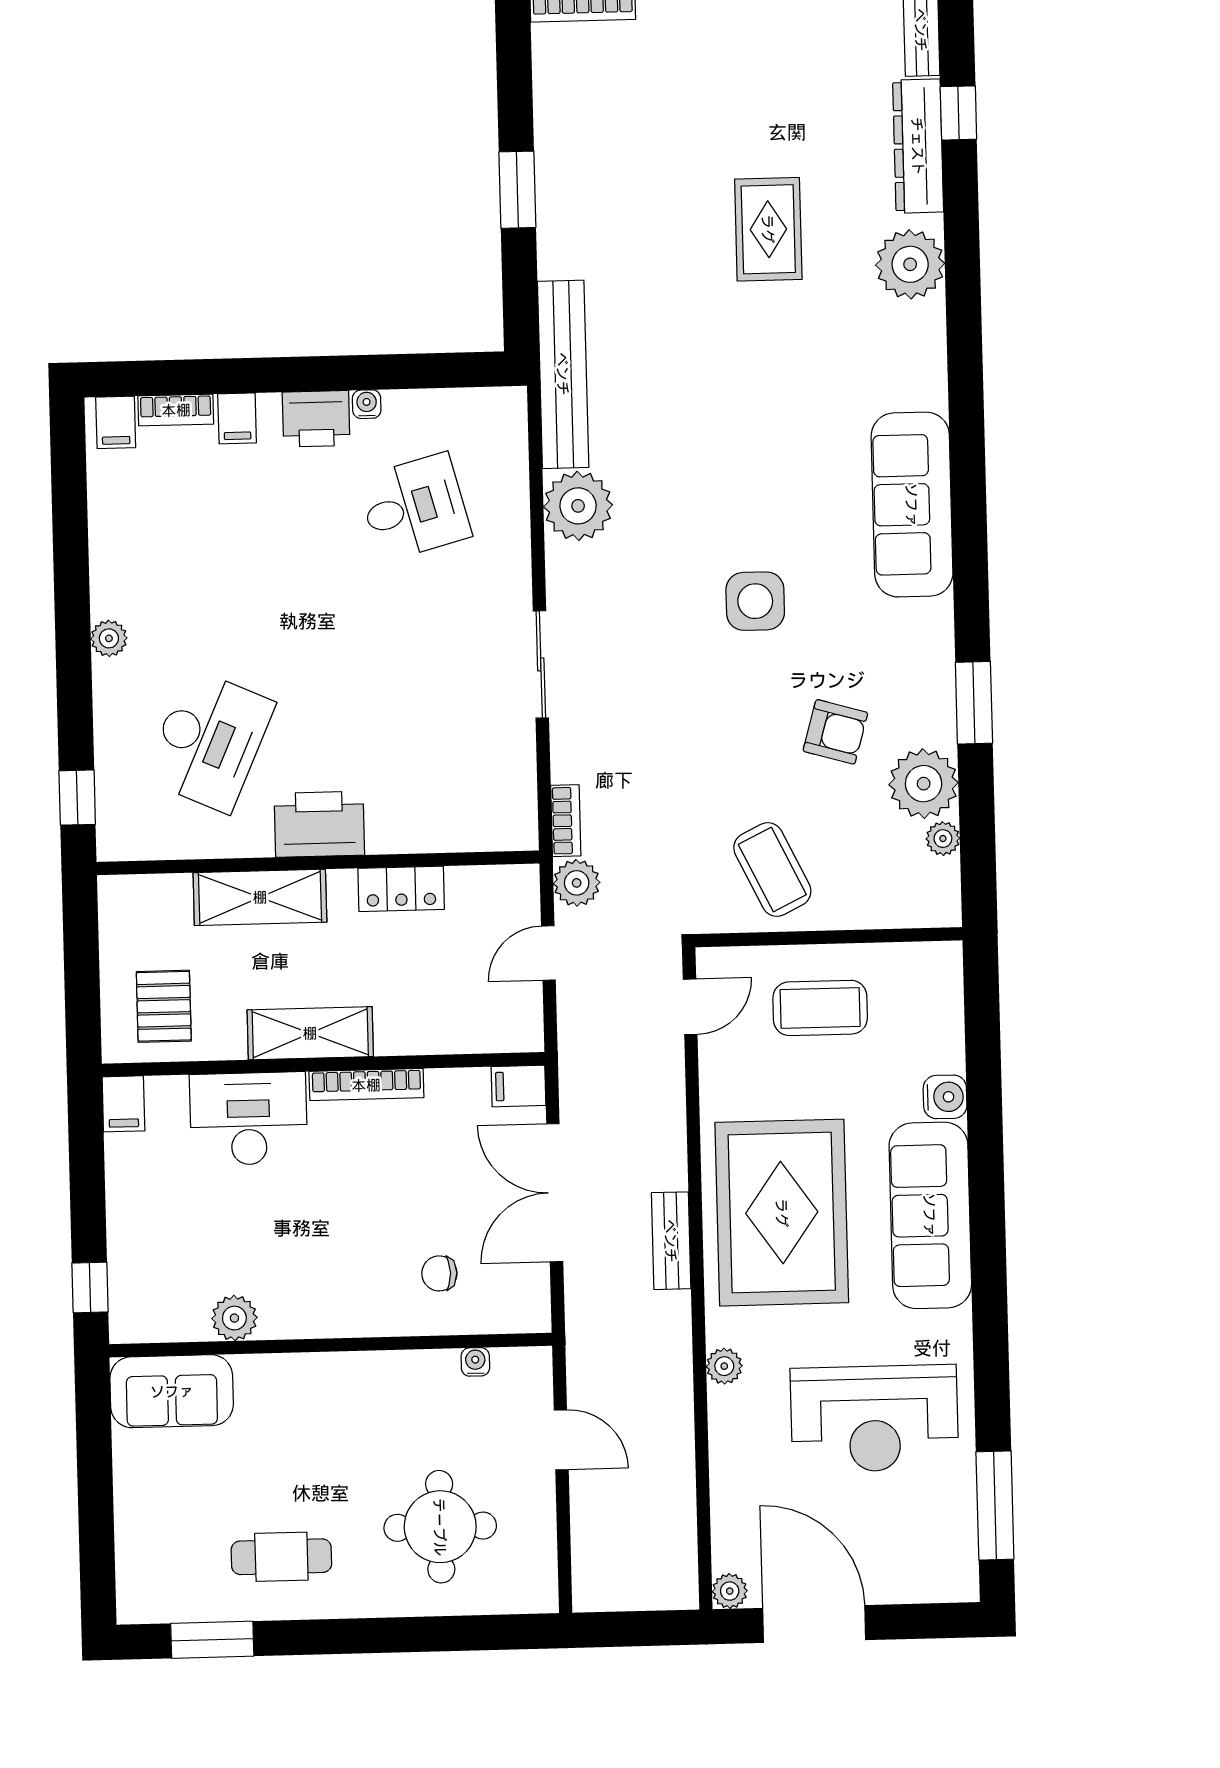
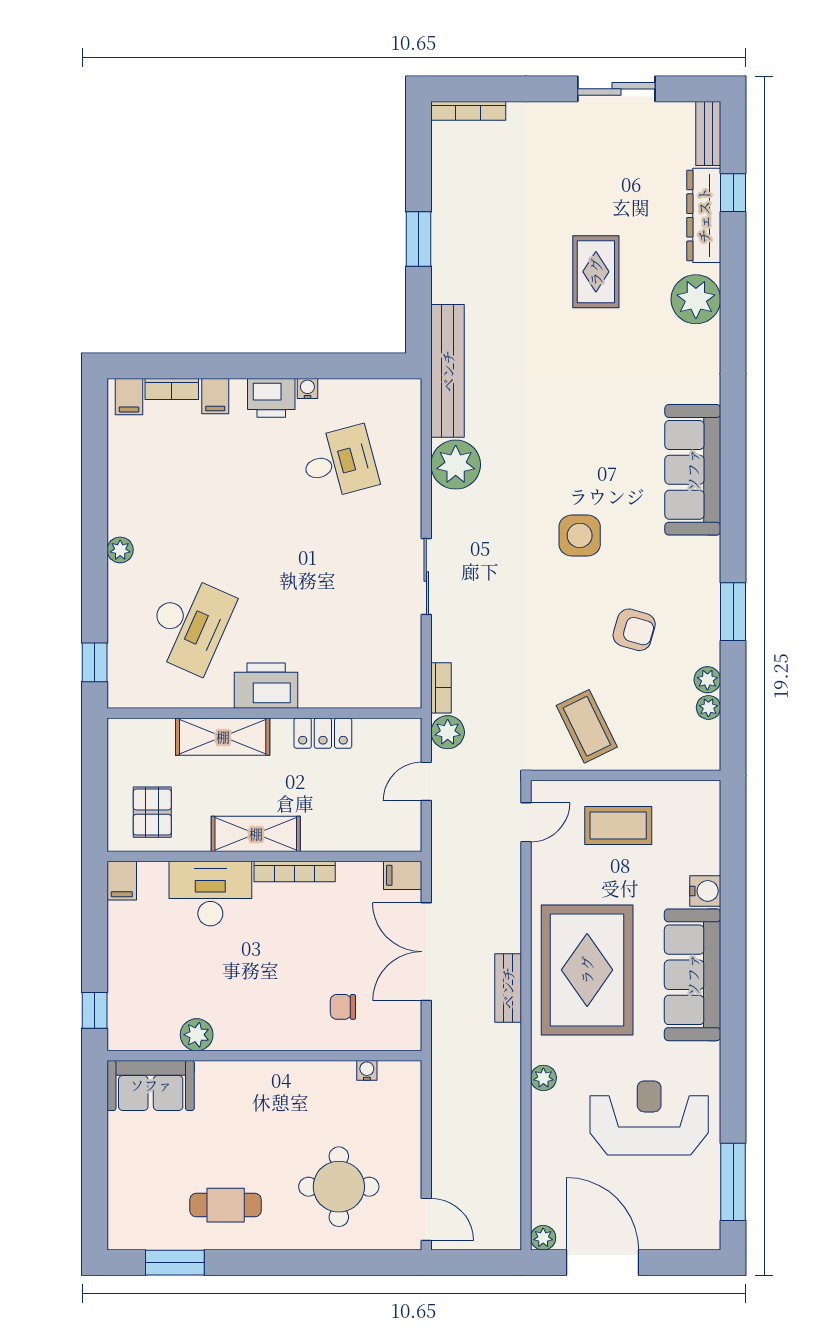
plant: (924, 784) -> (707, 680), width x0.53, depth x0.53
reception desk: (874, 1419) -> (649, 1118), turned 180
door: (561, 1440) -> (426, 1219), moved

